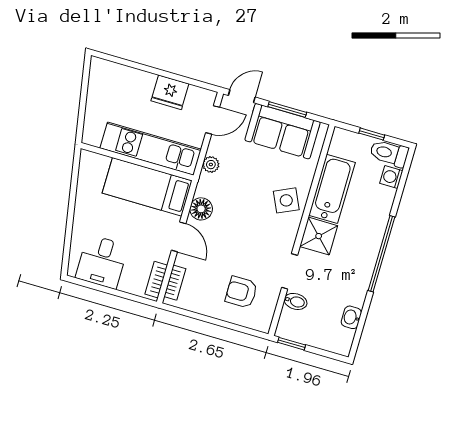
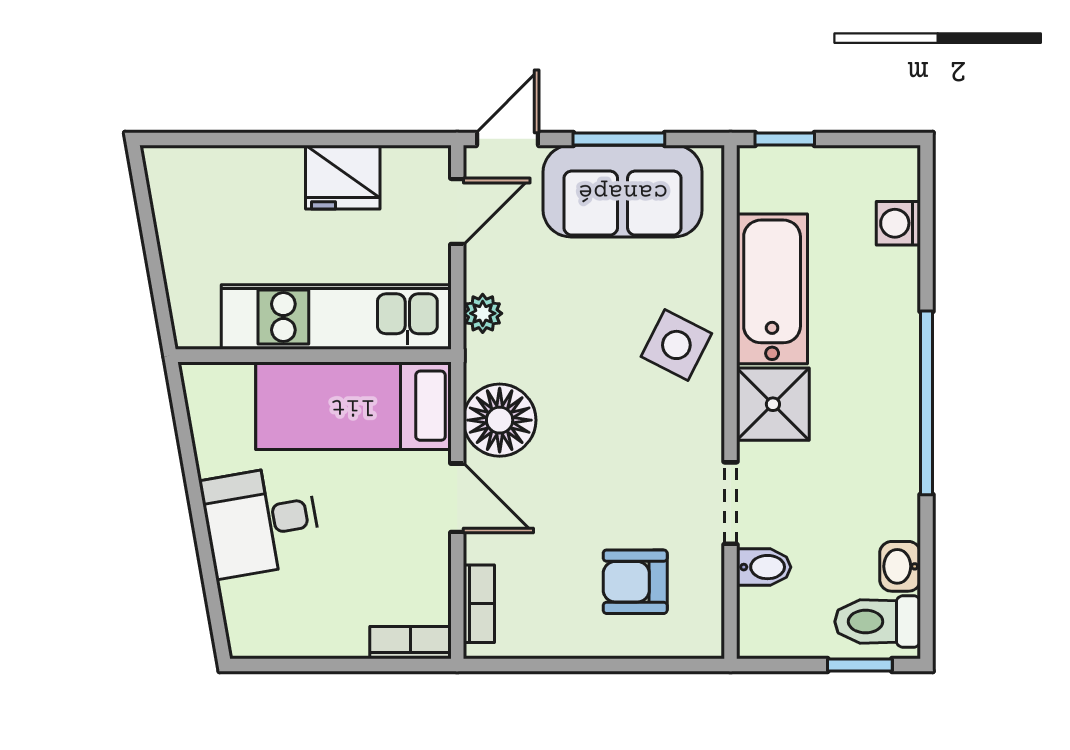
window: (372, 134) -> (785, 139), moved
toilet: (389, 153) -> (878, 622), moved
side table: (286, 200) -> (676, 345), turned -38
floor lamp: (201, 209) -> (500, 420), width x1.38, depth x1.38
desk: (102, 262) -> (261, 521), moved, turned 80
bookcase: (156, 280) -> (410, 643), moved, turned 90
window: (292, 344) -> (860, 665), moved

